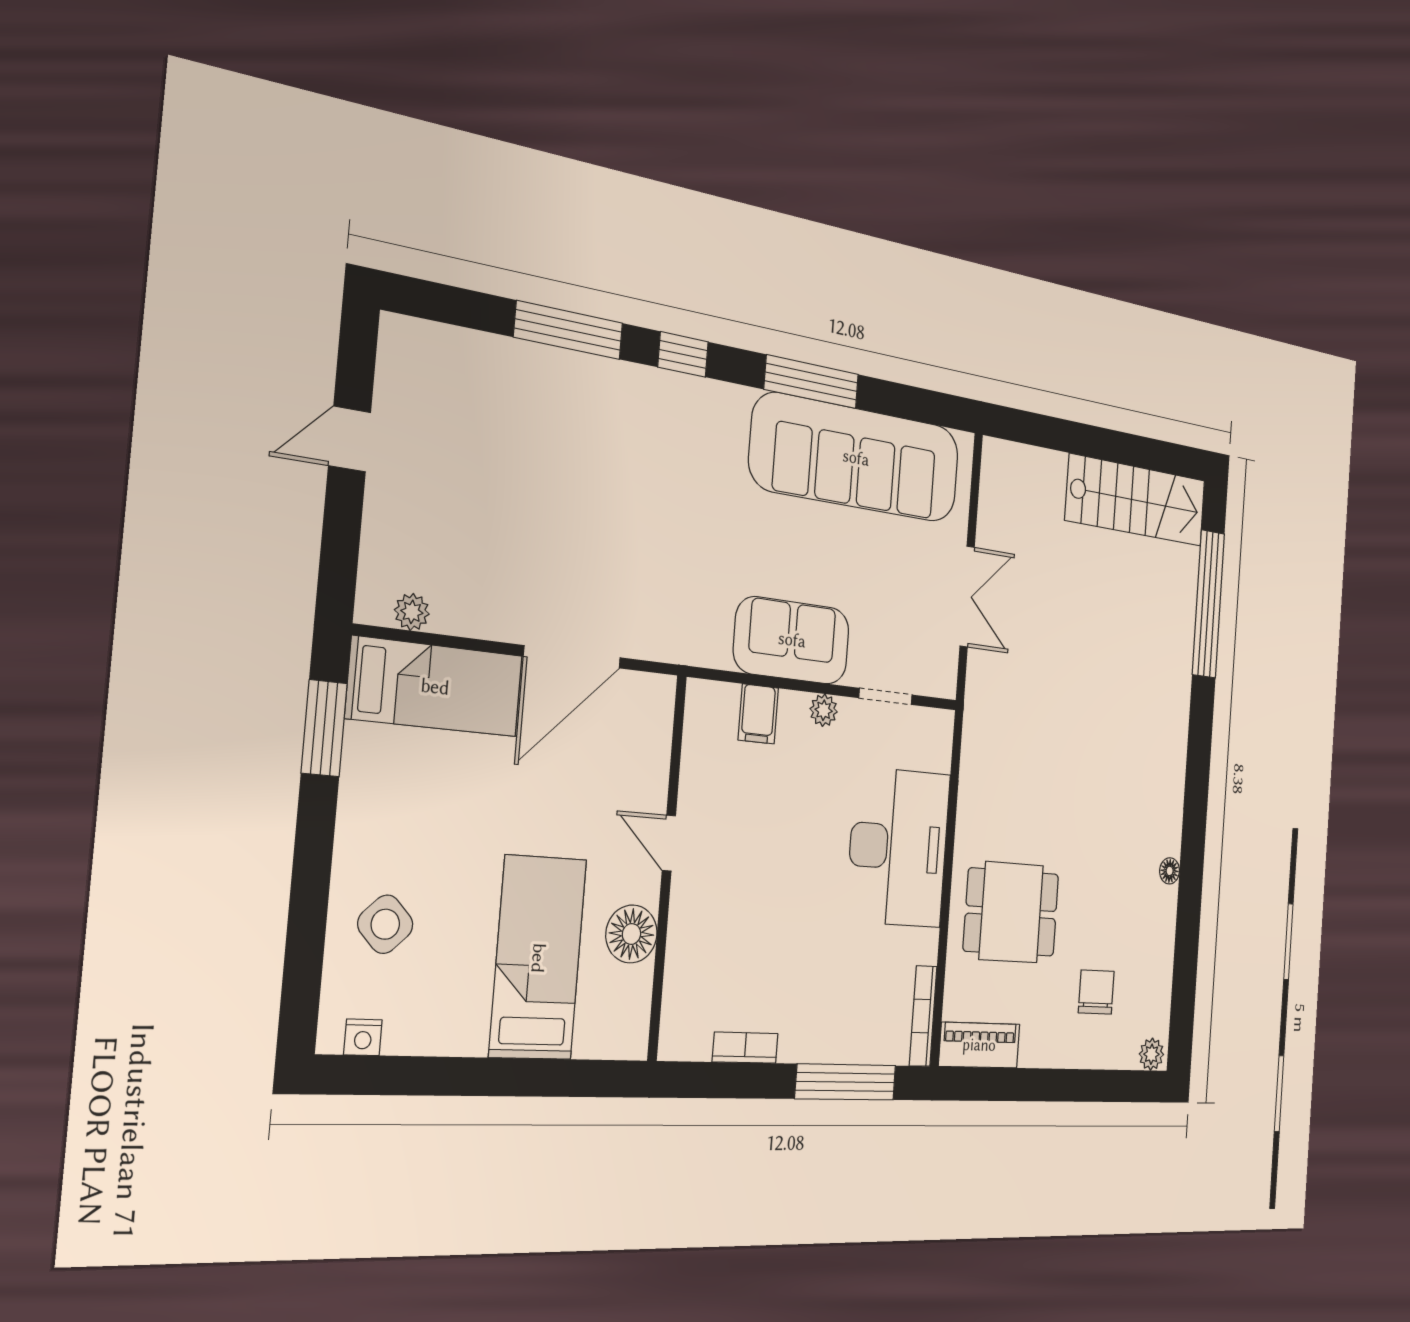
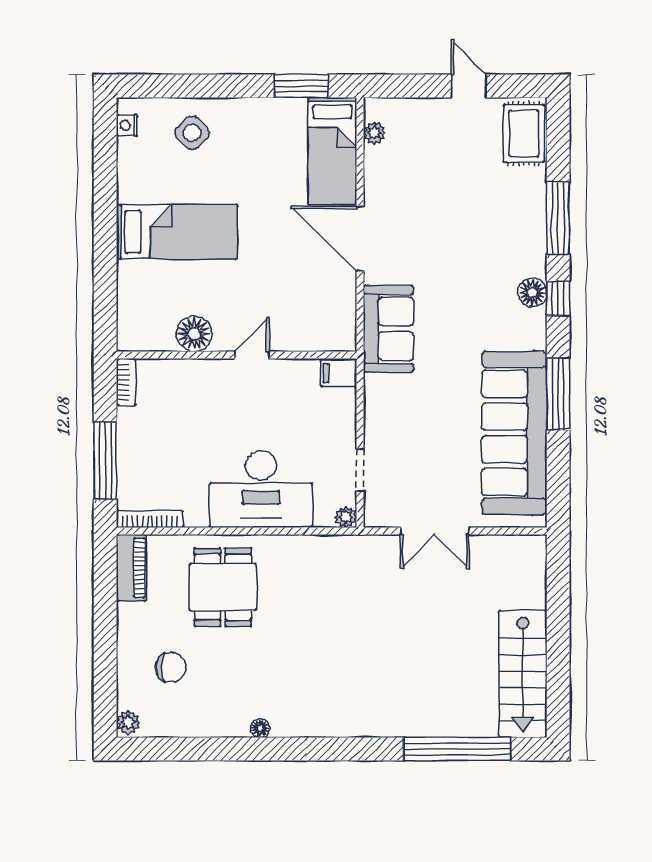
rug: (434, 360) -> (524, 133), added
floor lamp: (672, 393) -> (532, 292), added
sofa: (792, 640) -> (388, 329), moved
plant: (824, 710) -> (346, 517), moved
door: (669, 843) -> (252, 355), moved
wall: (667, 867) -> (237, 355), moved
floor lamp: (631, 934) -> (194, 334), moved

